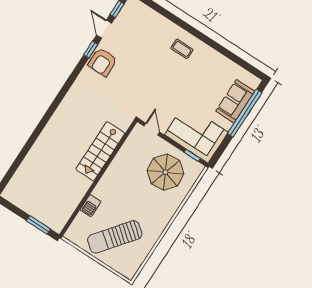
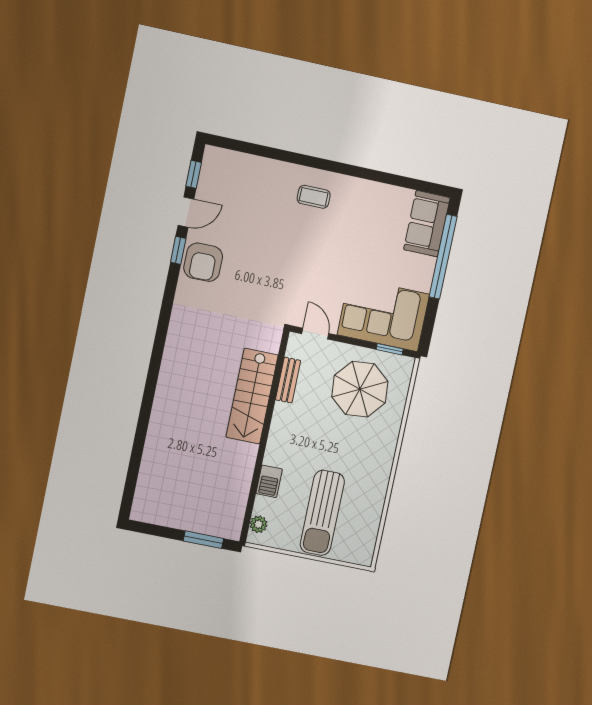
door: (104, 29) -> (186, 212), swing flipped
sofa: (235, 101) -> (427, 224), moved
bench: (125, 150) -> (288, 380), added
plant: (74, 229) -> (258, 524), added
sun lounger: (115, 237) -> (322, 513), turned -38

